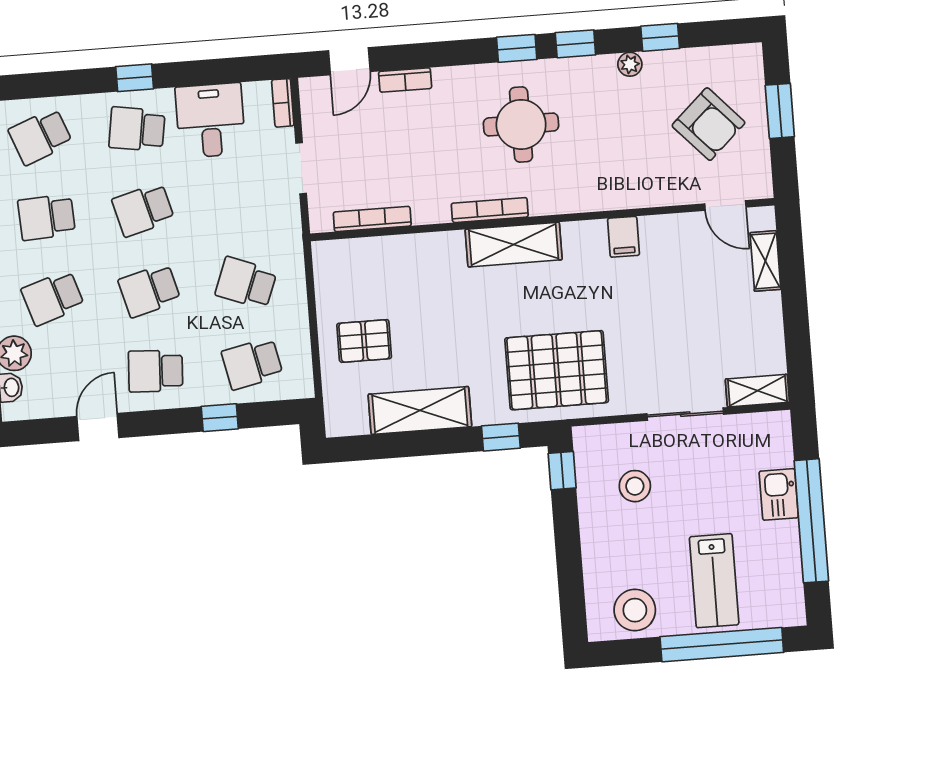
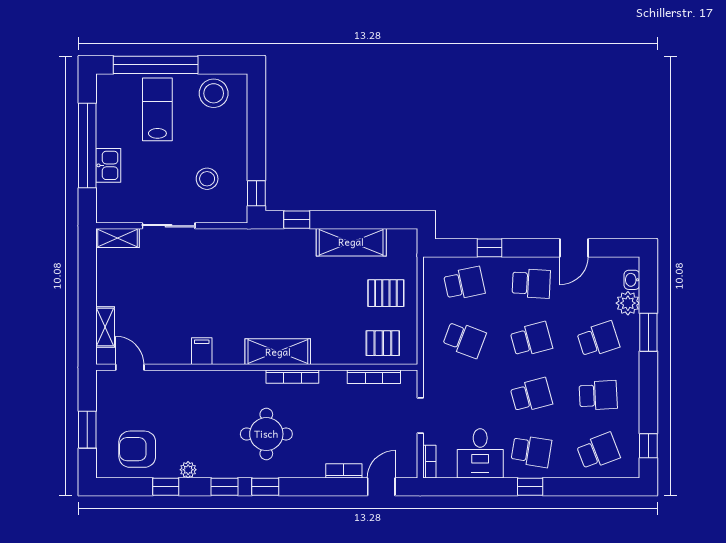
armchair: (708, 124) -> (137, 449), moved, turned -47
pallet: (557, 370) -> (383, 343), moved, width x0.49, depth x0.50

